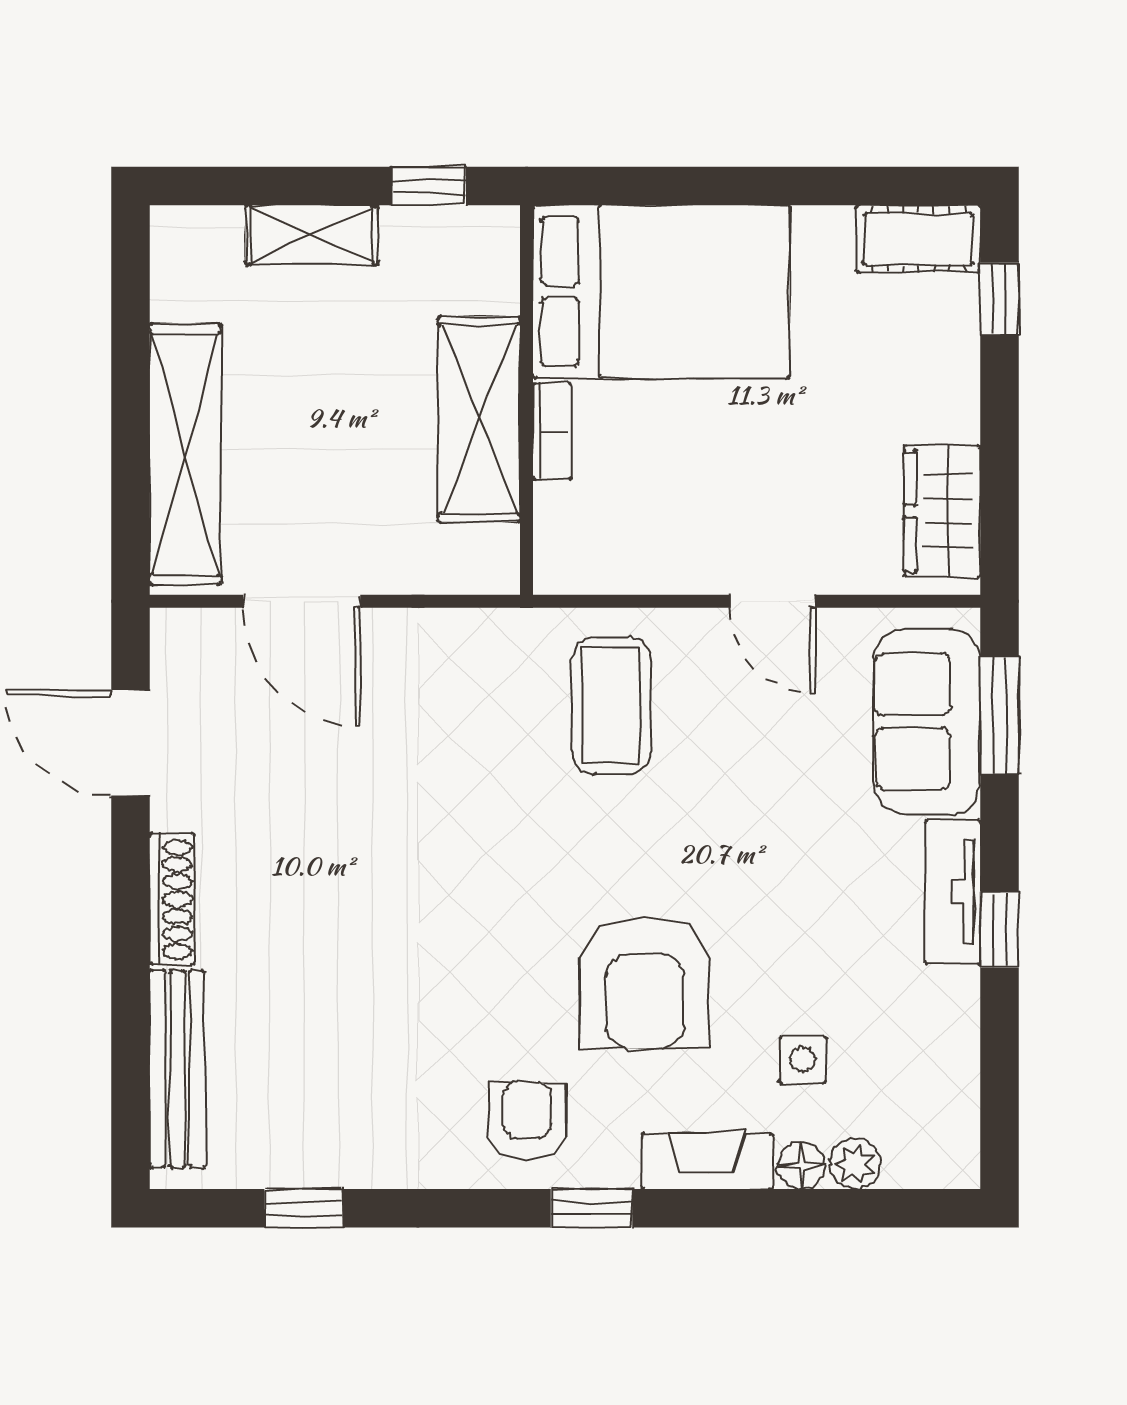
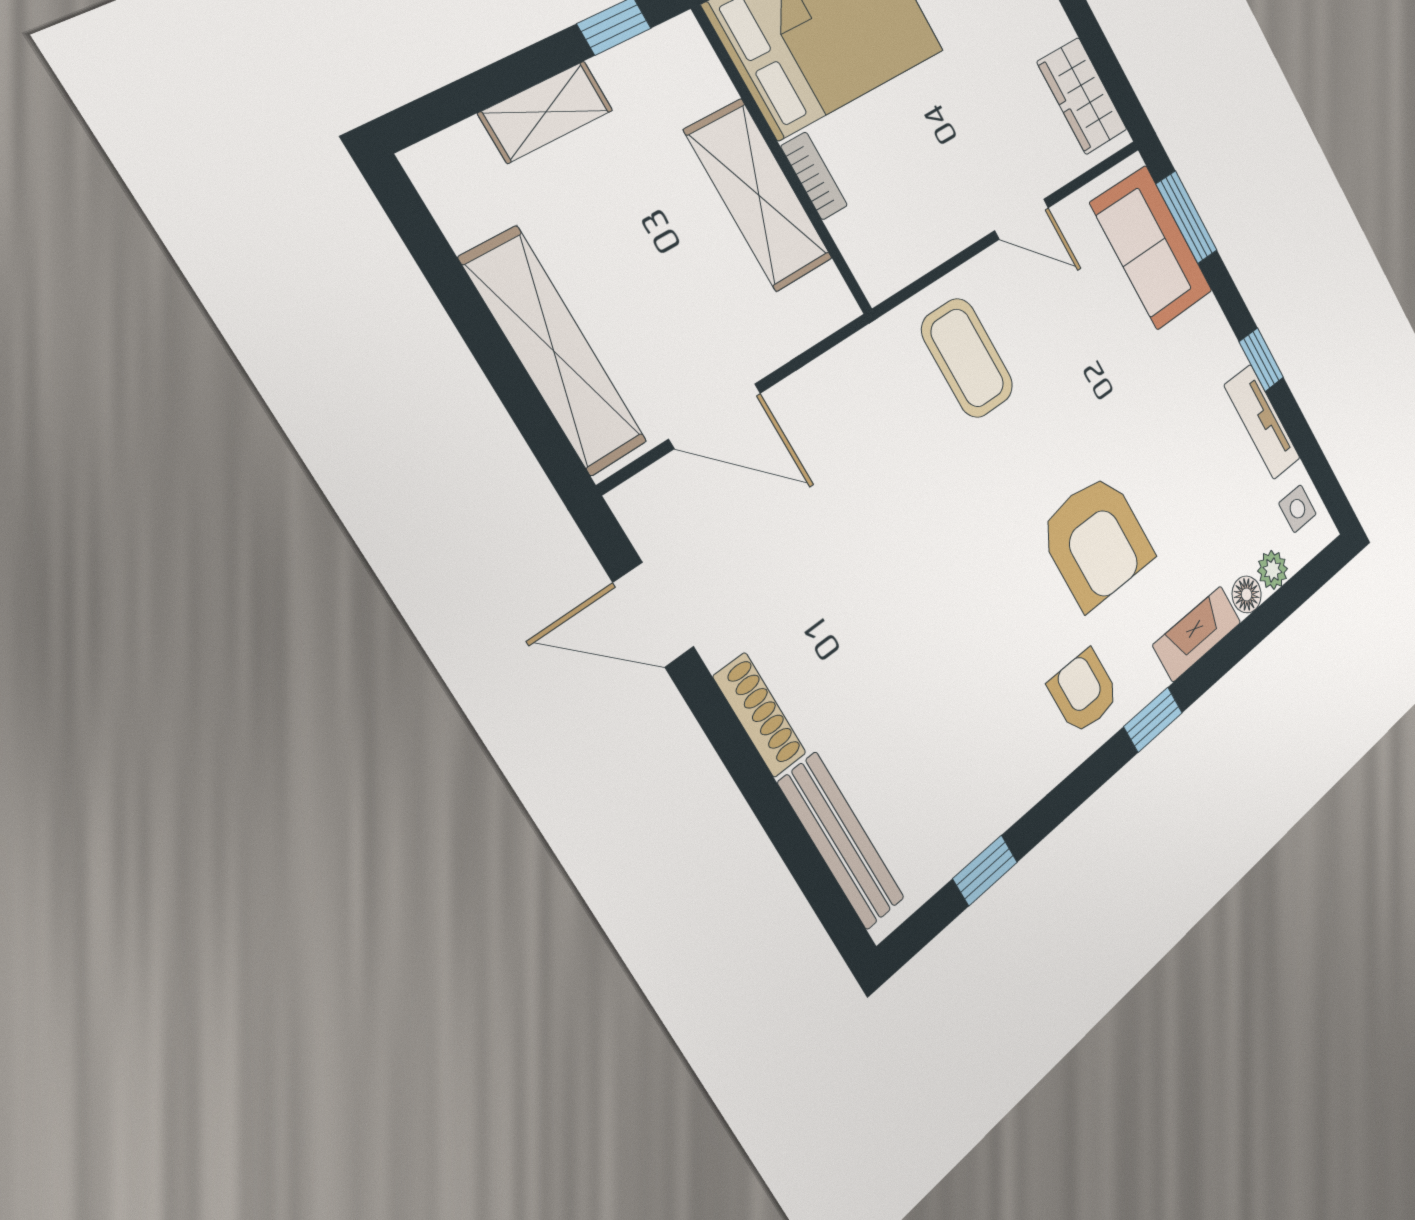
tv unit: (953, 892) -> (1262, 422), moved
side table: (803, 1059) -> (1297, 509), moved

